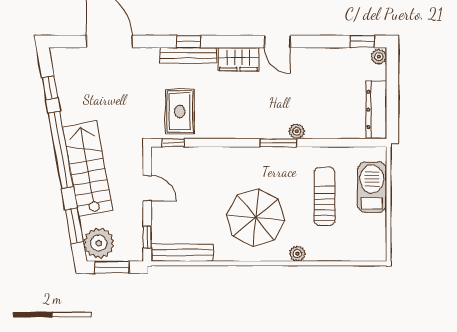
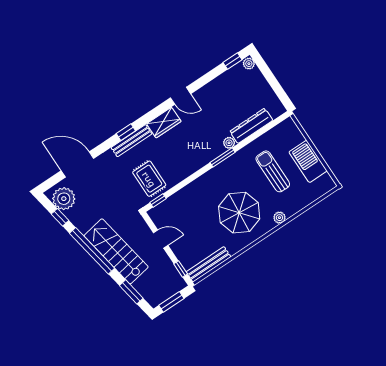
dresser: (376, 110) -> (251, 126), moved, turned 90
barbecue: (372, 187) -> (308, 161), moved
plant: (99, 243) -> (64, 199), moved

